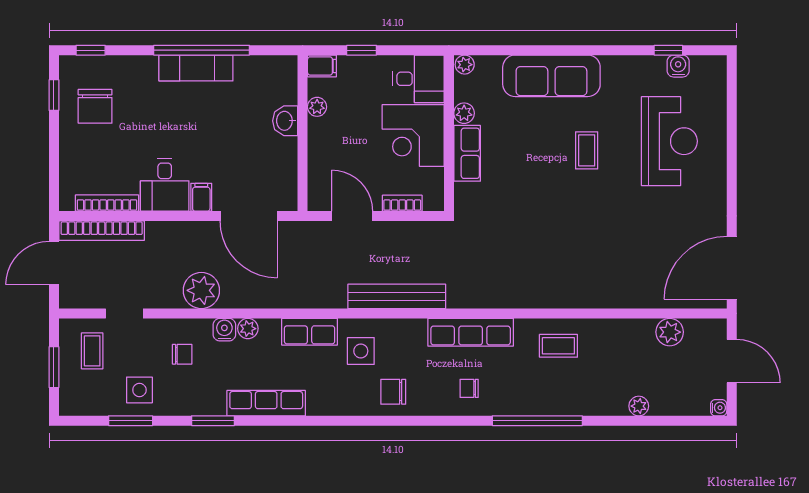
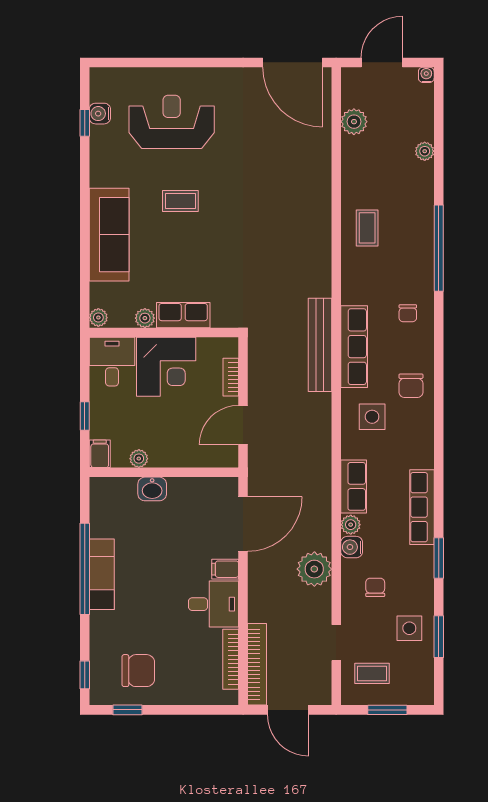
bench: (397, 296) -> (320, 345), moved
row of seats: (310, 332) -> (354, 486), moved
row of seats: (471, 332) -> (354, 347), moved

